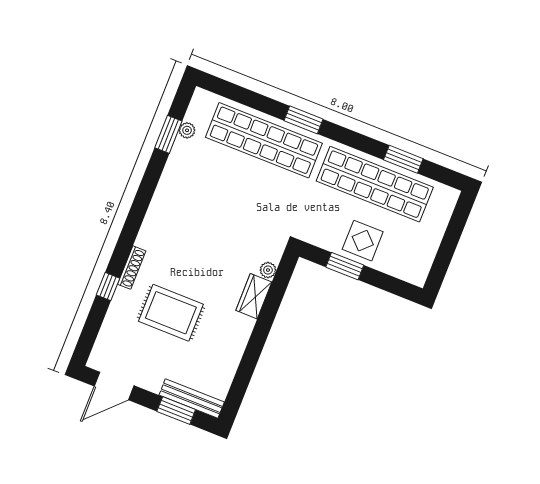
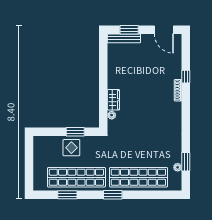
window: (304, 120) -> (113, 195), moved
rug: (171, 313) -> (150, 76), removed
door: (114, 386) -> (164, 30), swing flipped

